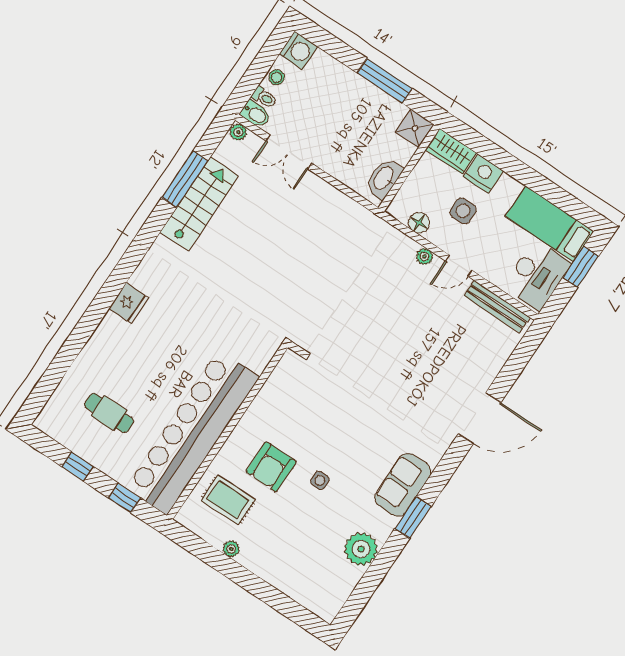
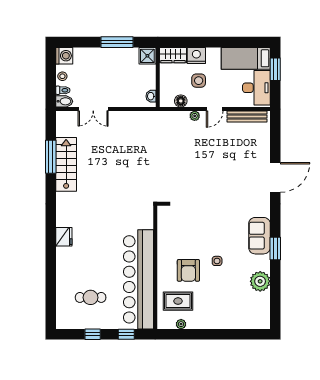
plant: (238, 132) -> (62, 116), removed
washbasin: (384, 178) -> (151, 96), width x0.52, depth x0.69
plant: (231, 549) -> (181, 324), moved

